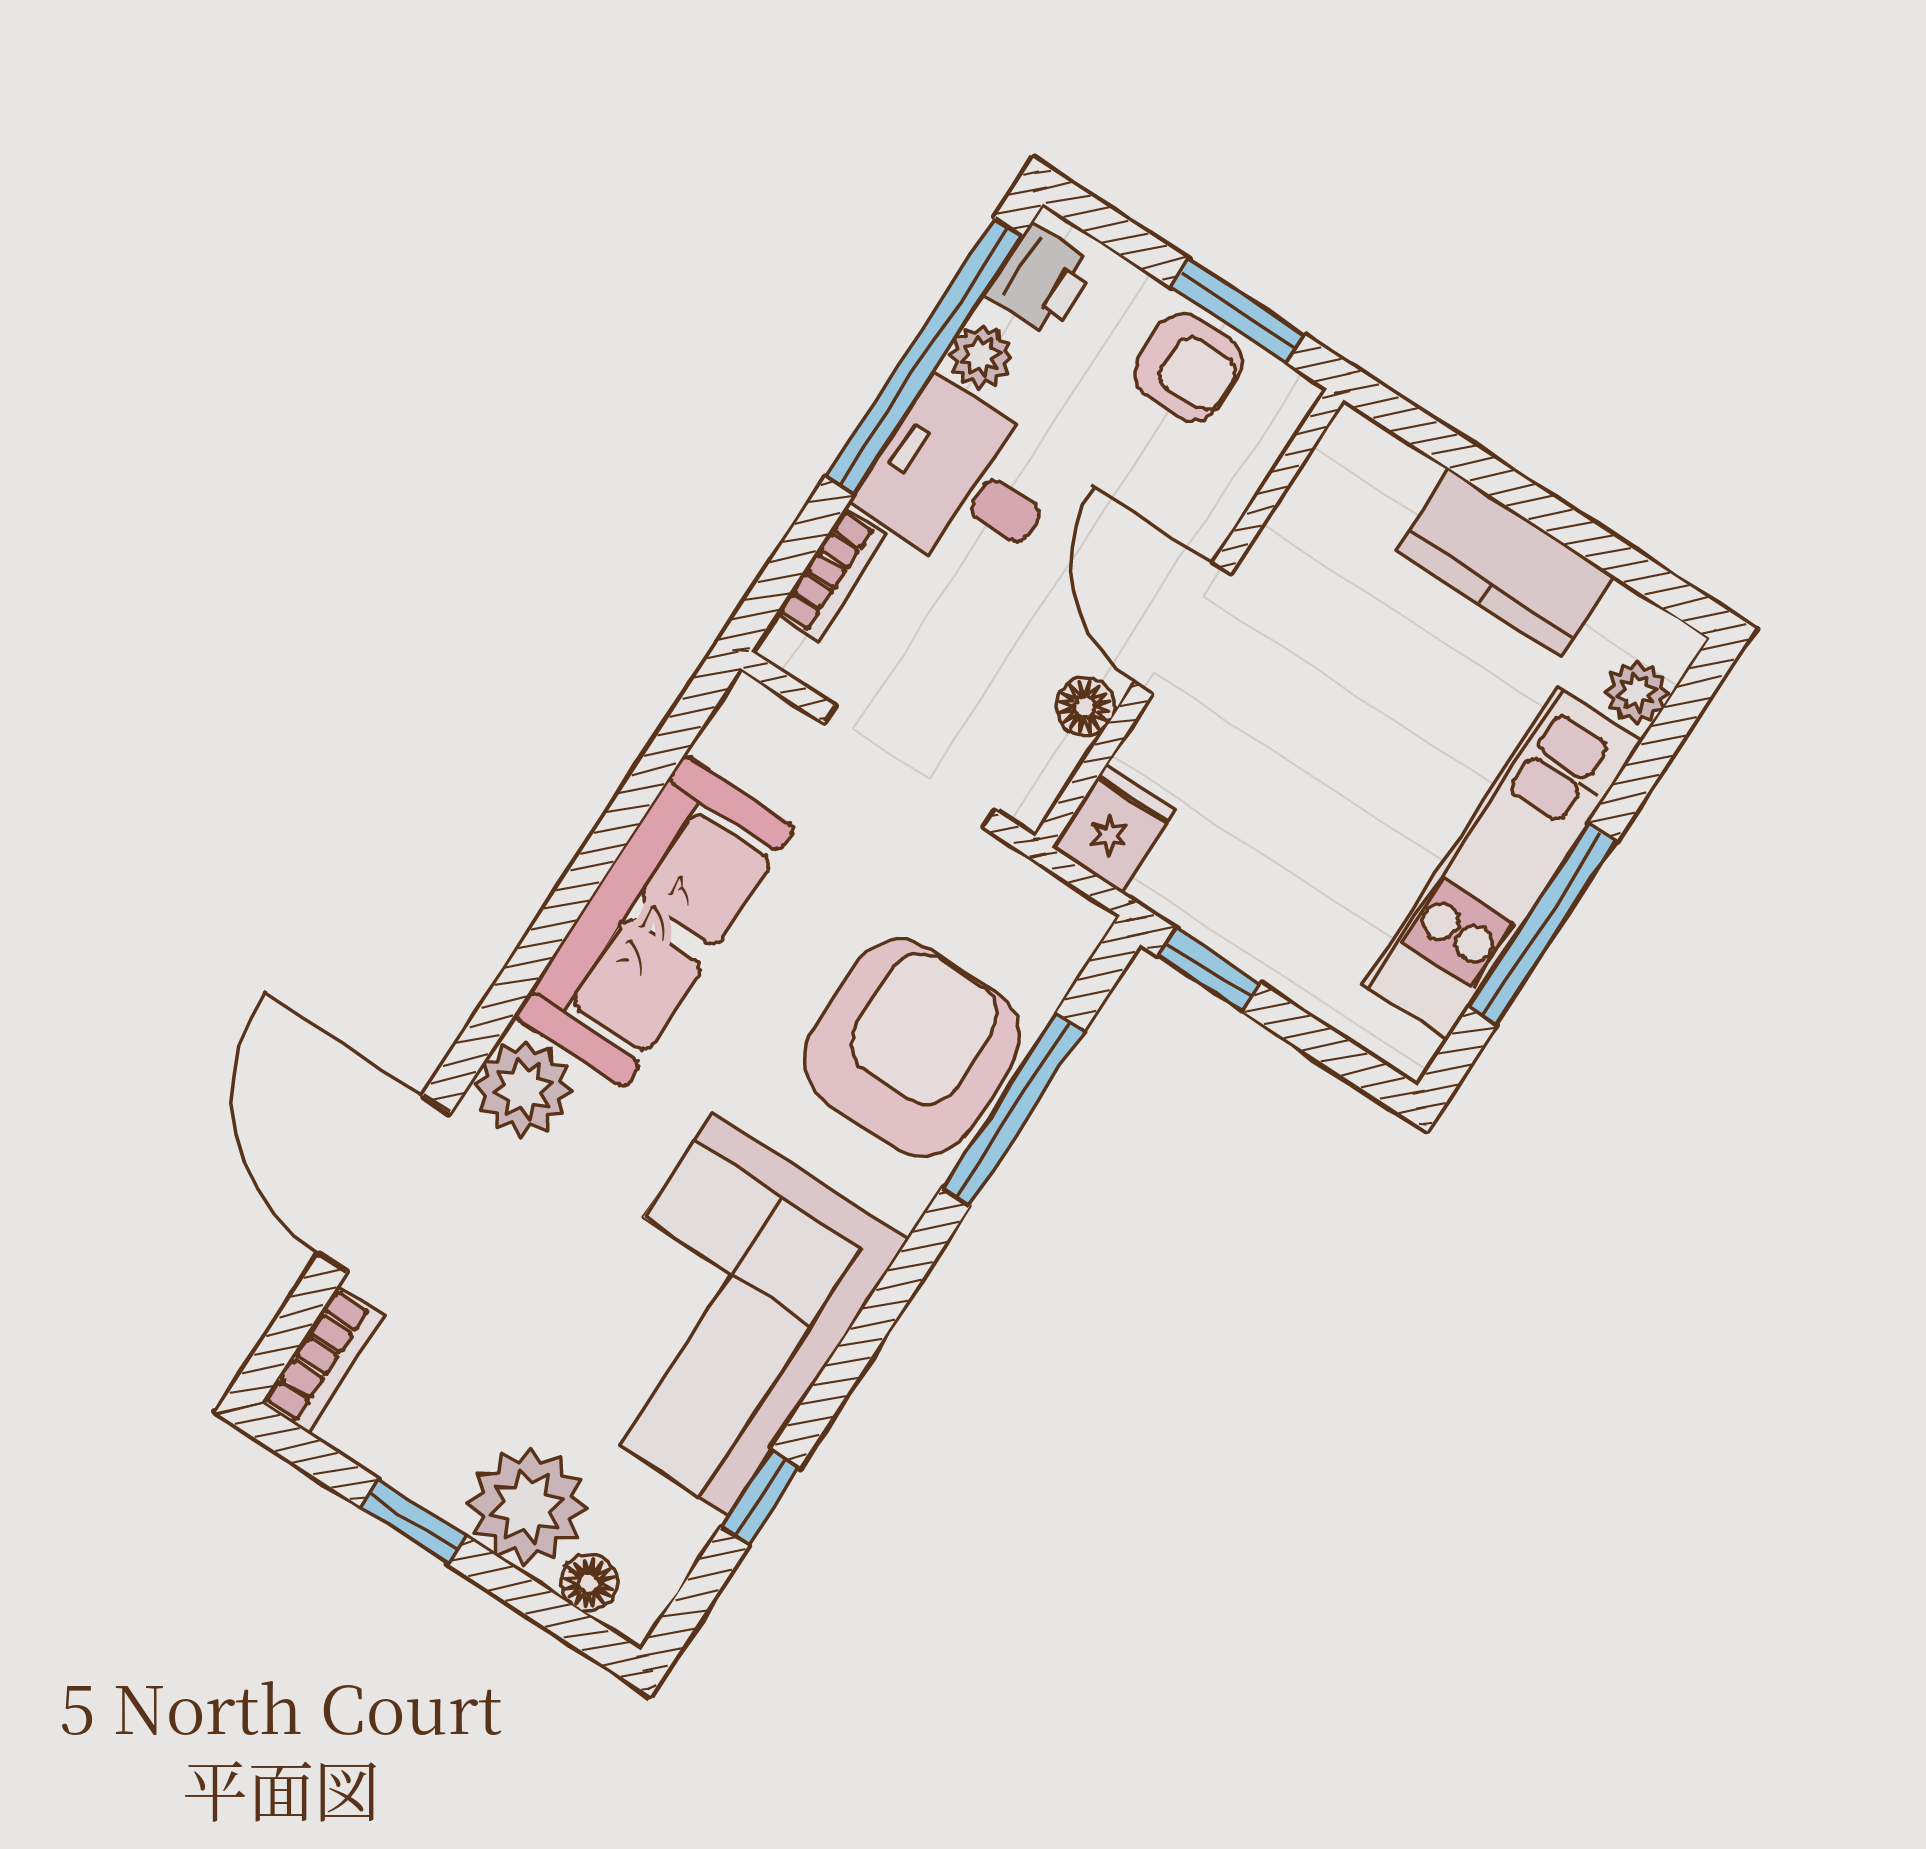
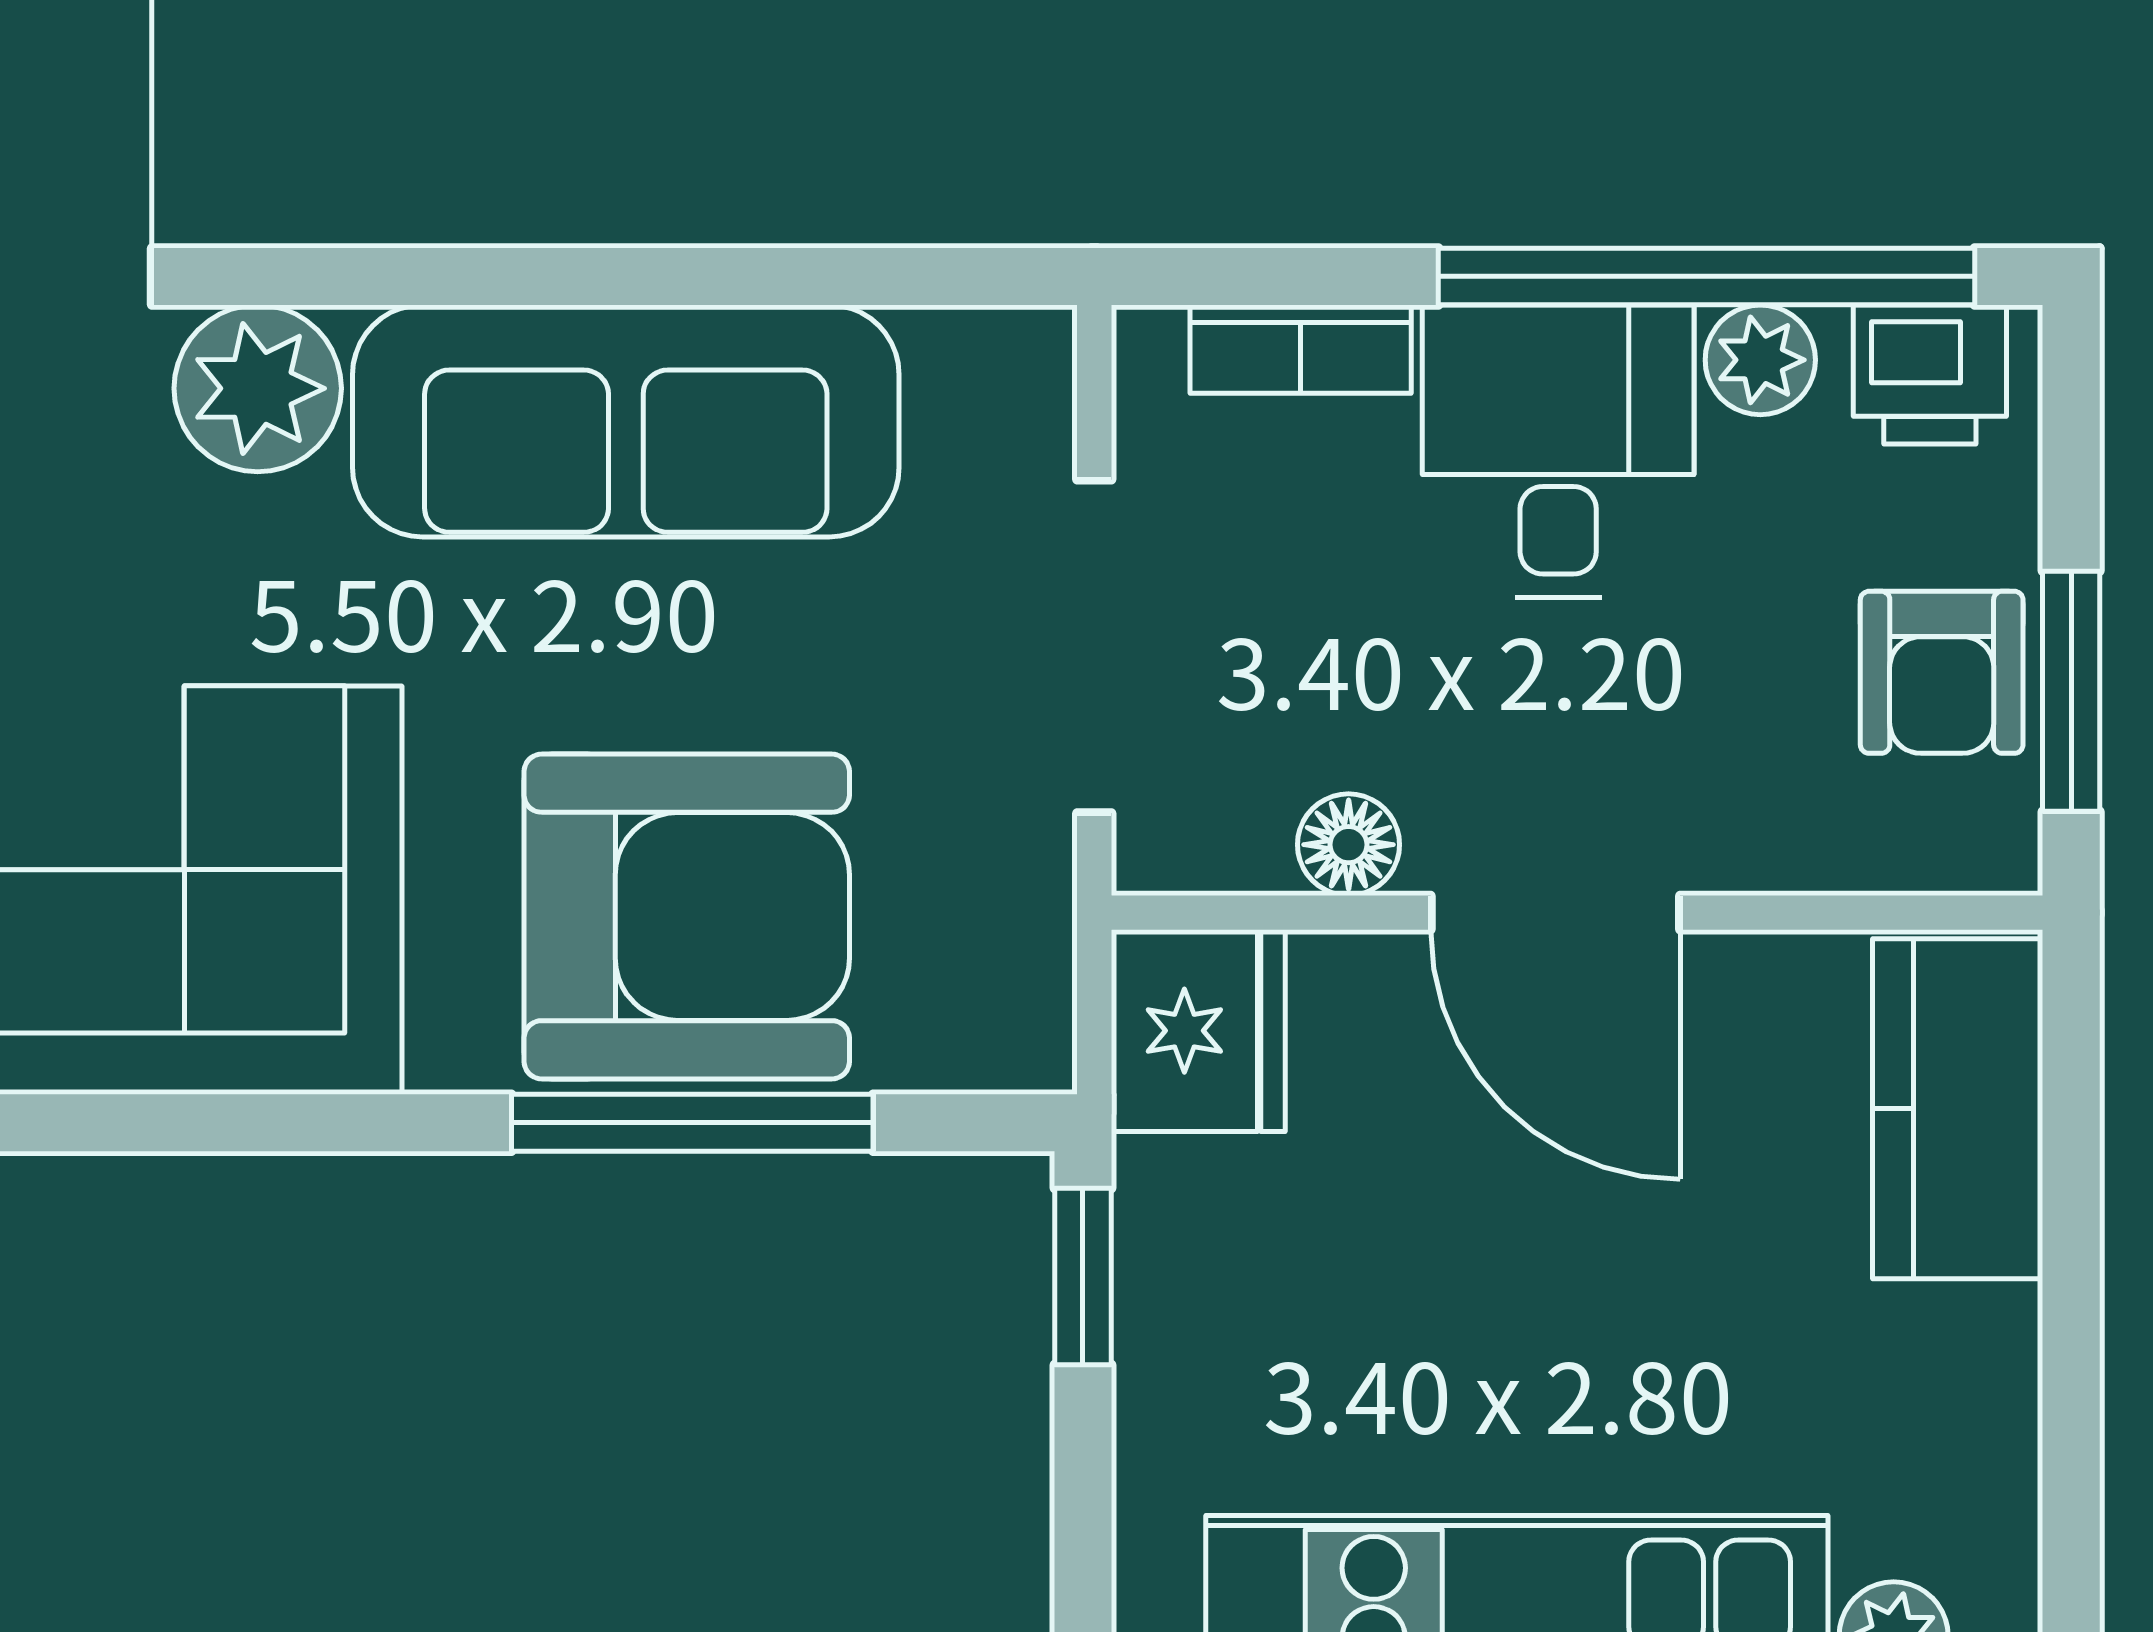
kitchen counter: (1505, 563) -> (1958, 1109), moved
door: (1182, 628) -> (1555, 913), swing flipped
fridge: (1114, 828) -> (1198, 1031), width x1.38

